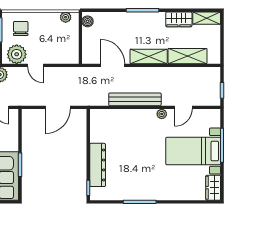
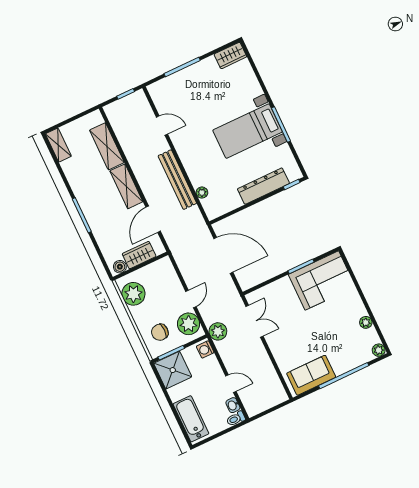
plant: (66, 17) -> (133, 294), width x1.88, depth x1.88
wardrobe: (179, 19) -> (139, 255), moved, turned -90
door: (58, 107) -> (223, 255), width x1.36
plant: (162, 114) -> (202, 193), moved
bed with nightstands: (193, 151) -> (248, 131), moved, turned 90

